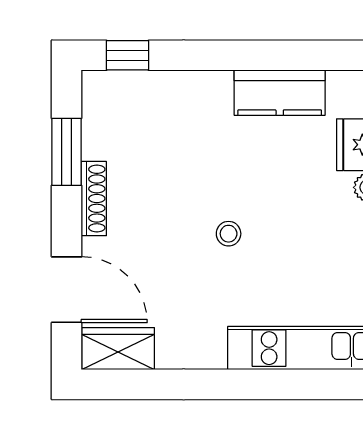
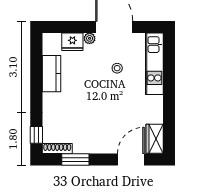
shoe rack: (94, 199) -> (57, 149), moved
stool: (229, 234) -> (117, 68), moved

